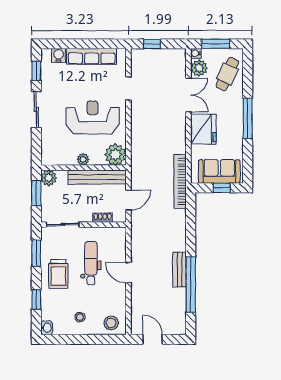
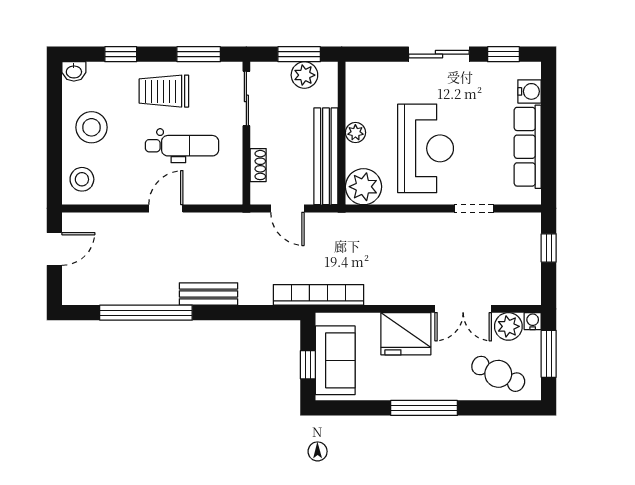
plant: (49, 178) -> (304, 75), moved
bench: (180, 269) -> (208, 294), moved
stool: (80, 317) -> (91, 127), width x1.89, depth x1.89

